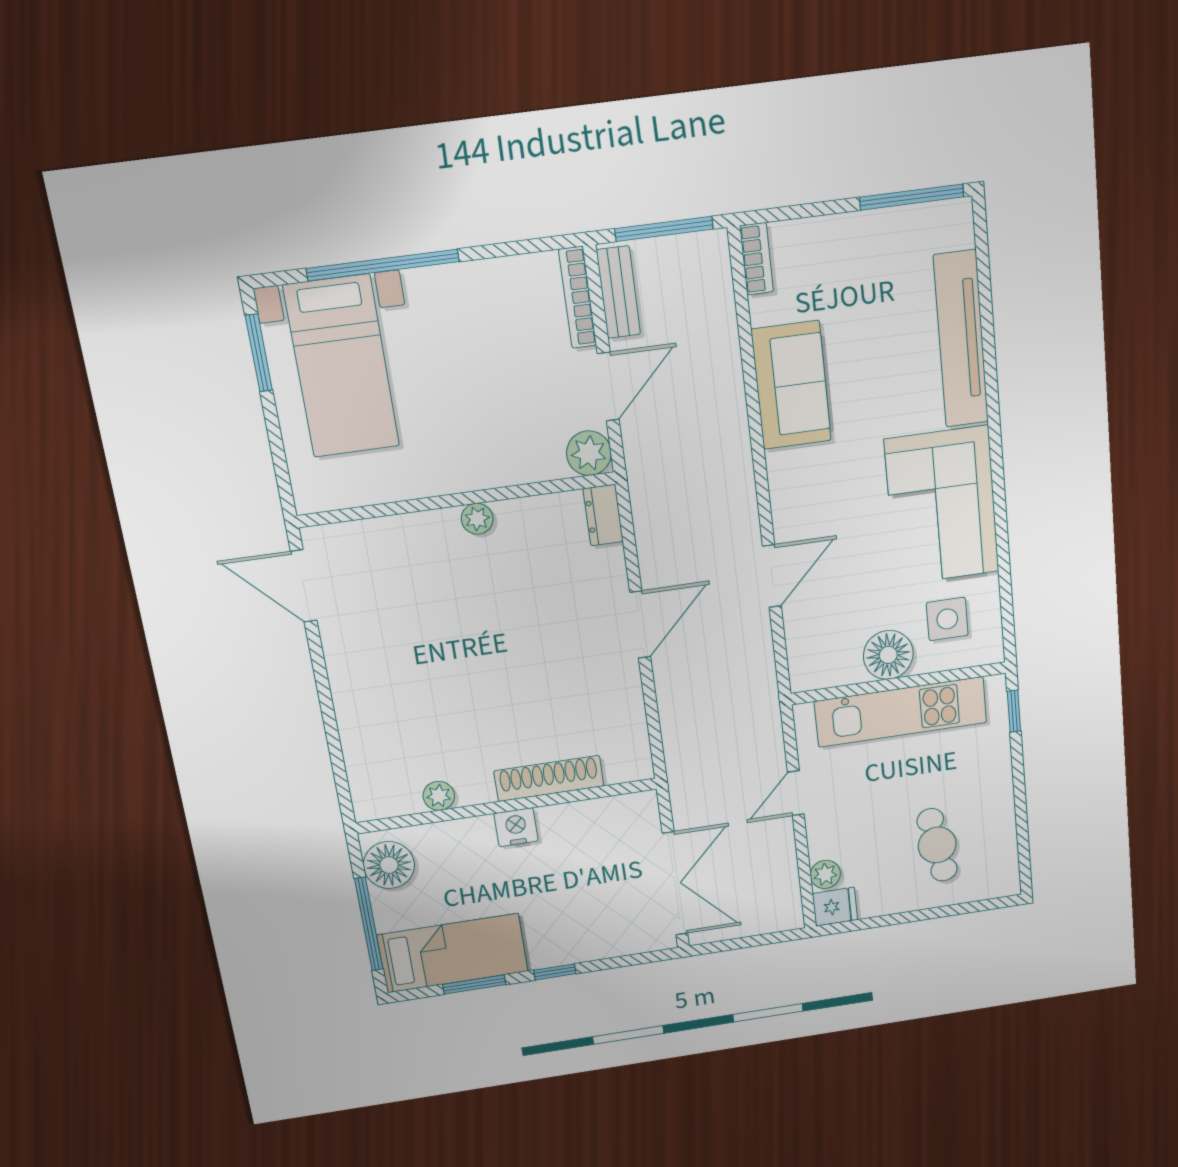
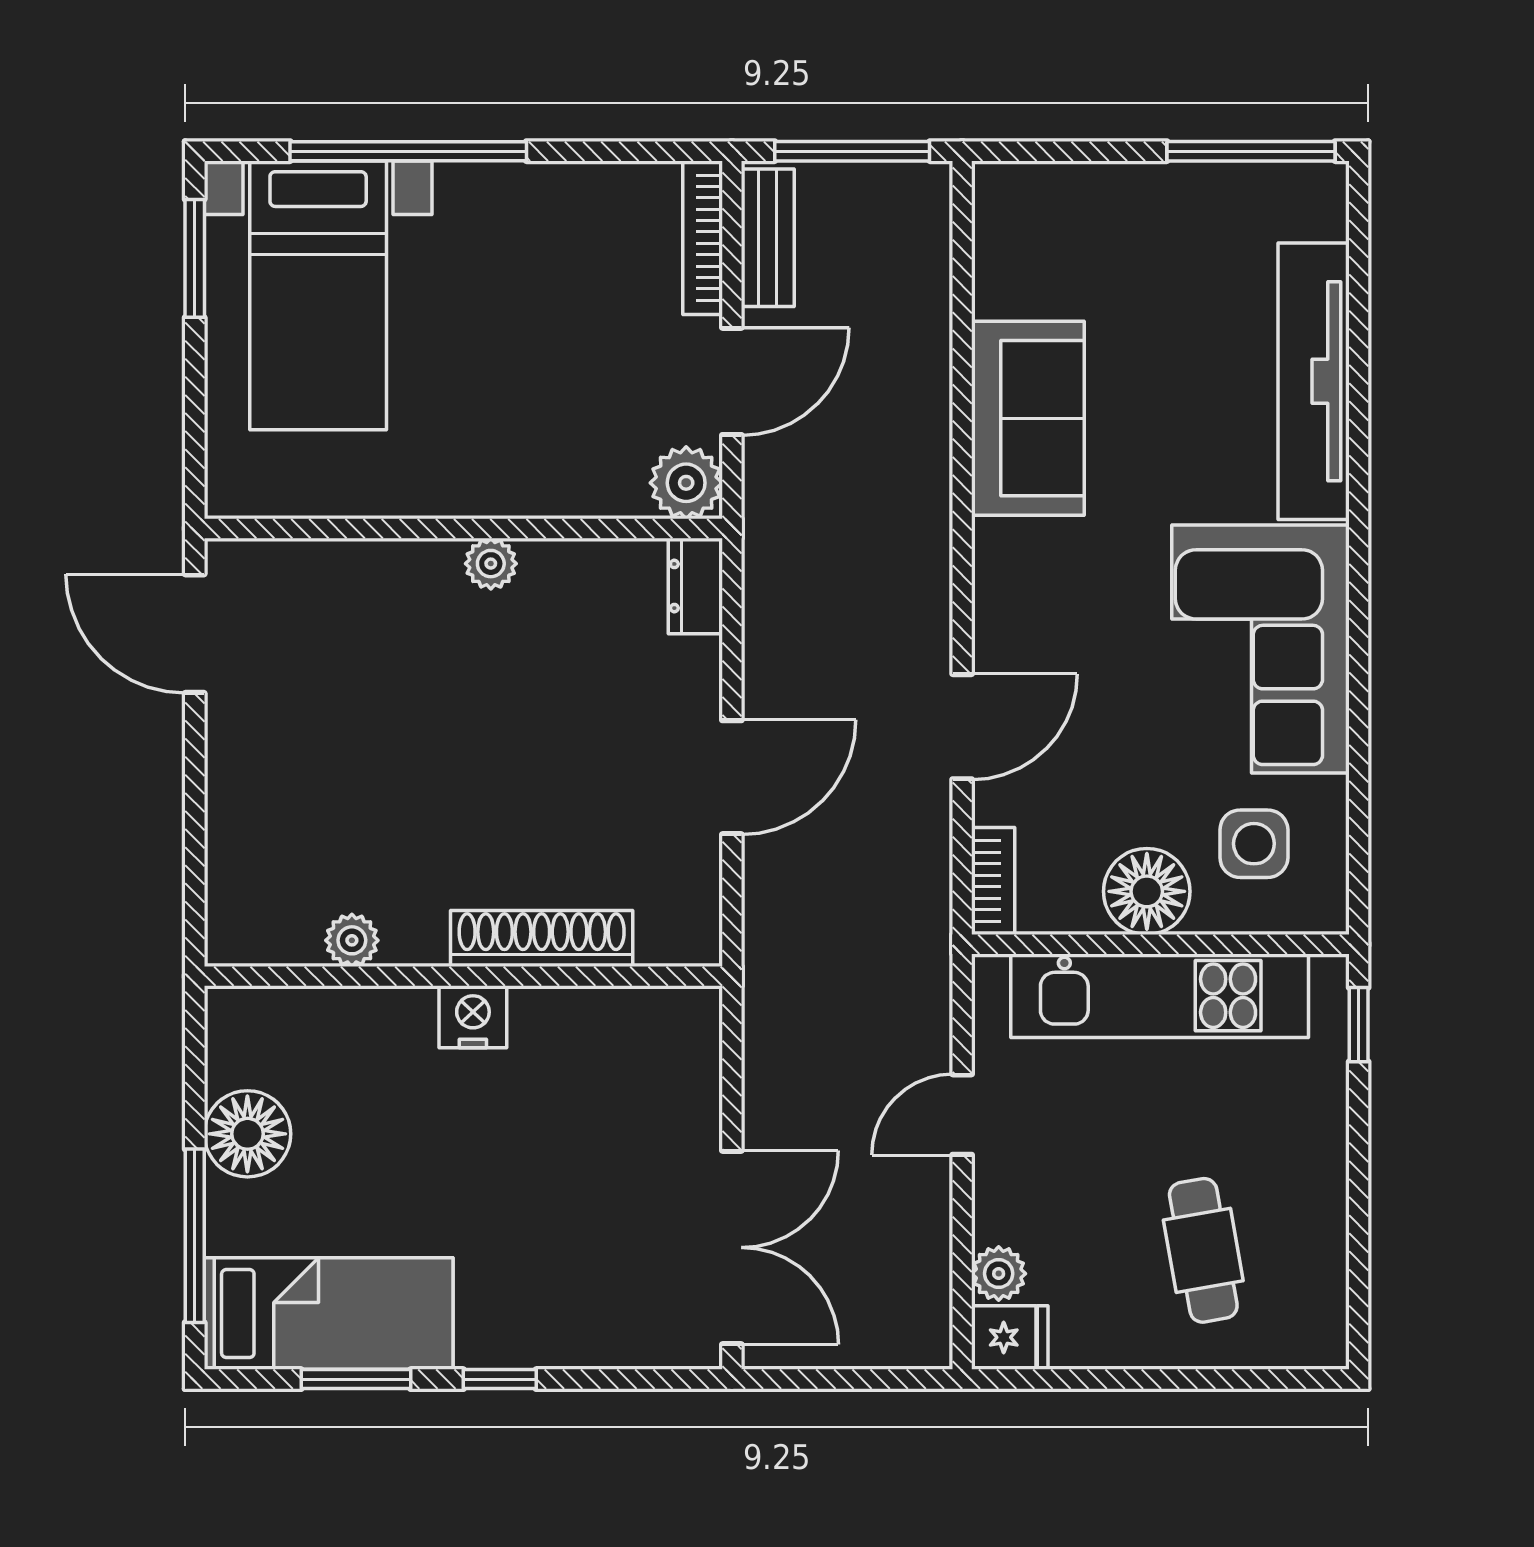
bookcase: (756, 259) -> (993, 881), moved
shoe rack: (549, 778) -> (542, 938), moved
plant: (439, 796) -> (352, 940), moved
wall: (507, 806) -> (463, 976), moved
nightstand: (516, 827) -> (473, 1017), moved

